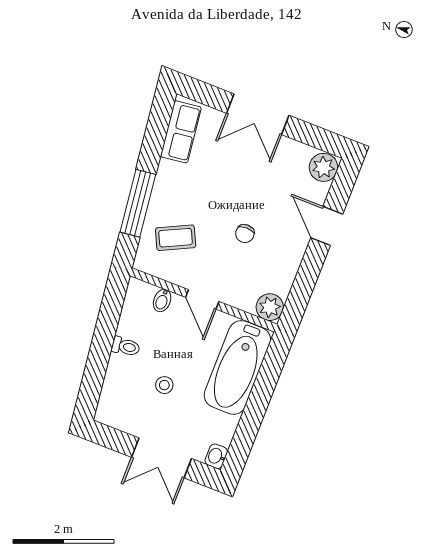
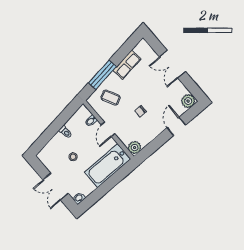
row of seats: (181, 132) -> (127, 65), moved

